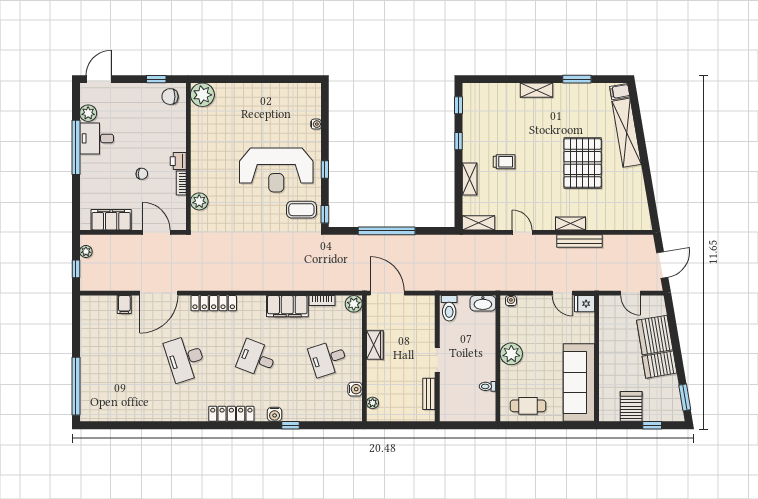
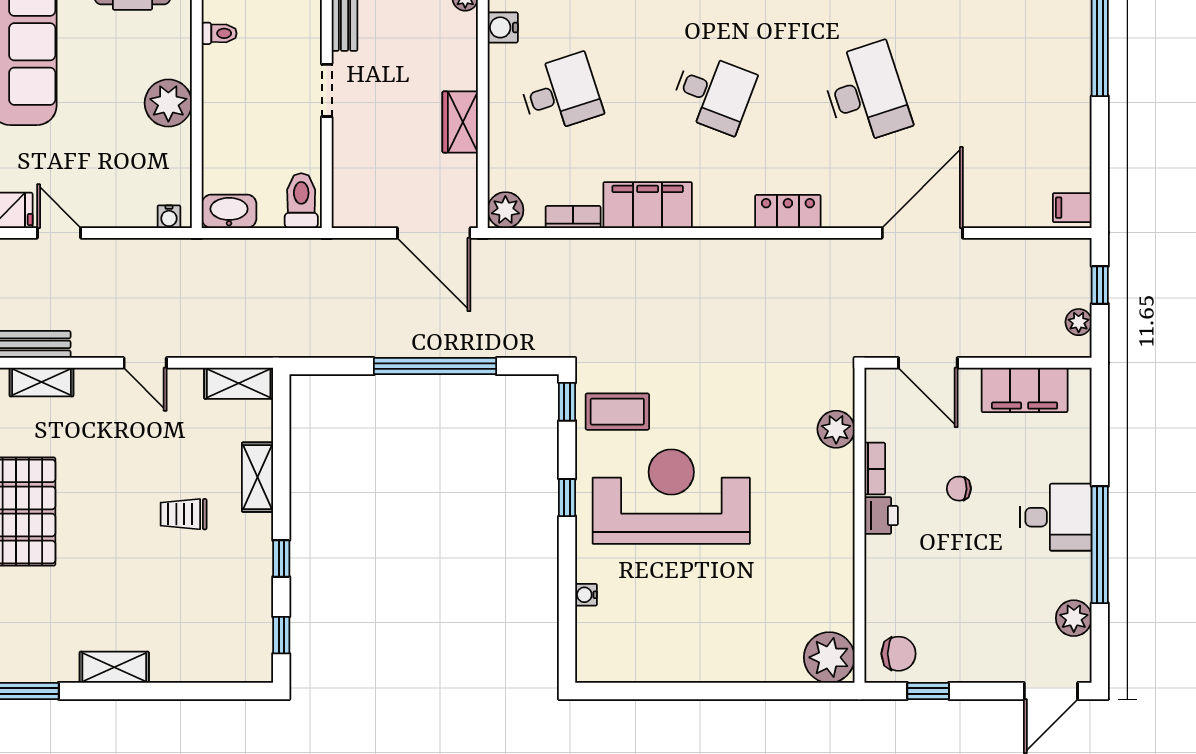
desk: (97, 138) -> (1056, 517), moved
locker: (214, 303) -> (788, 211), width x0.66
filing cabinet: (124, 305) -> (1072, 208), moved, turned -90

